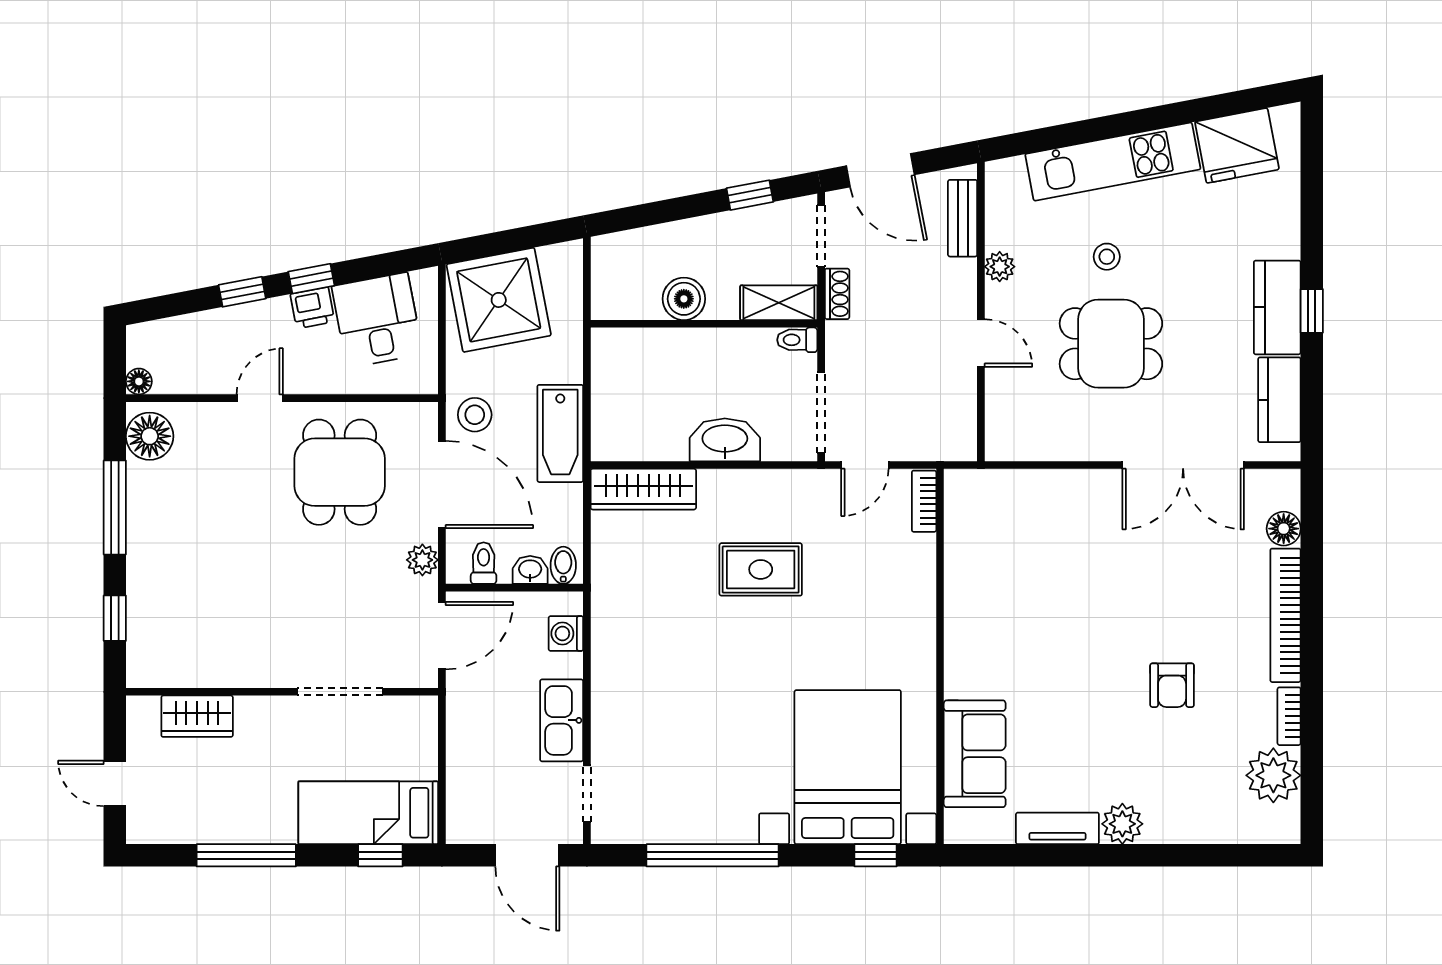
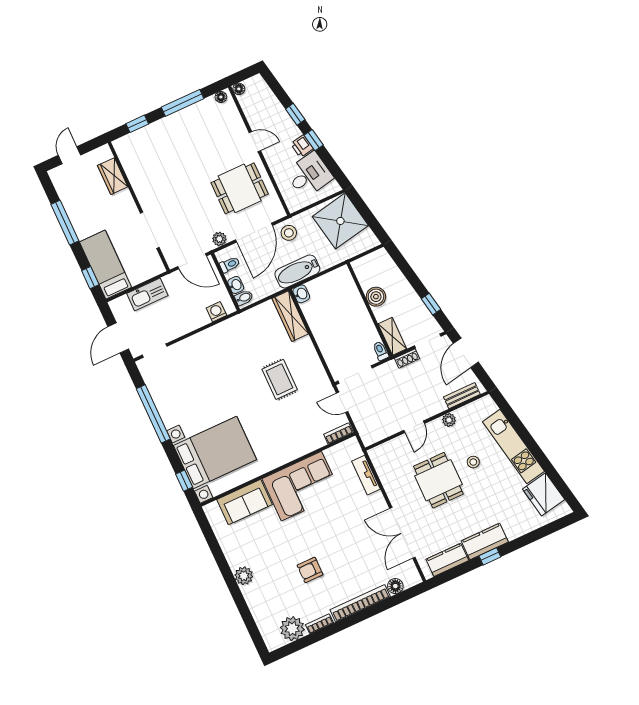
floor lamp: (150, 436) -> (221, 97), width x0.53, depth x0.53
washbasin: (725, 440) -> (301, 294), moved, width x0.52, depth x0.69
corner sofa: (996, 625) -> (301, 486), added
kitchen sink: (562, 720) -> (147, 294), moved, turned 180
tv unit: (1057, 828) -> (366, 475), moved, turned 180

